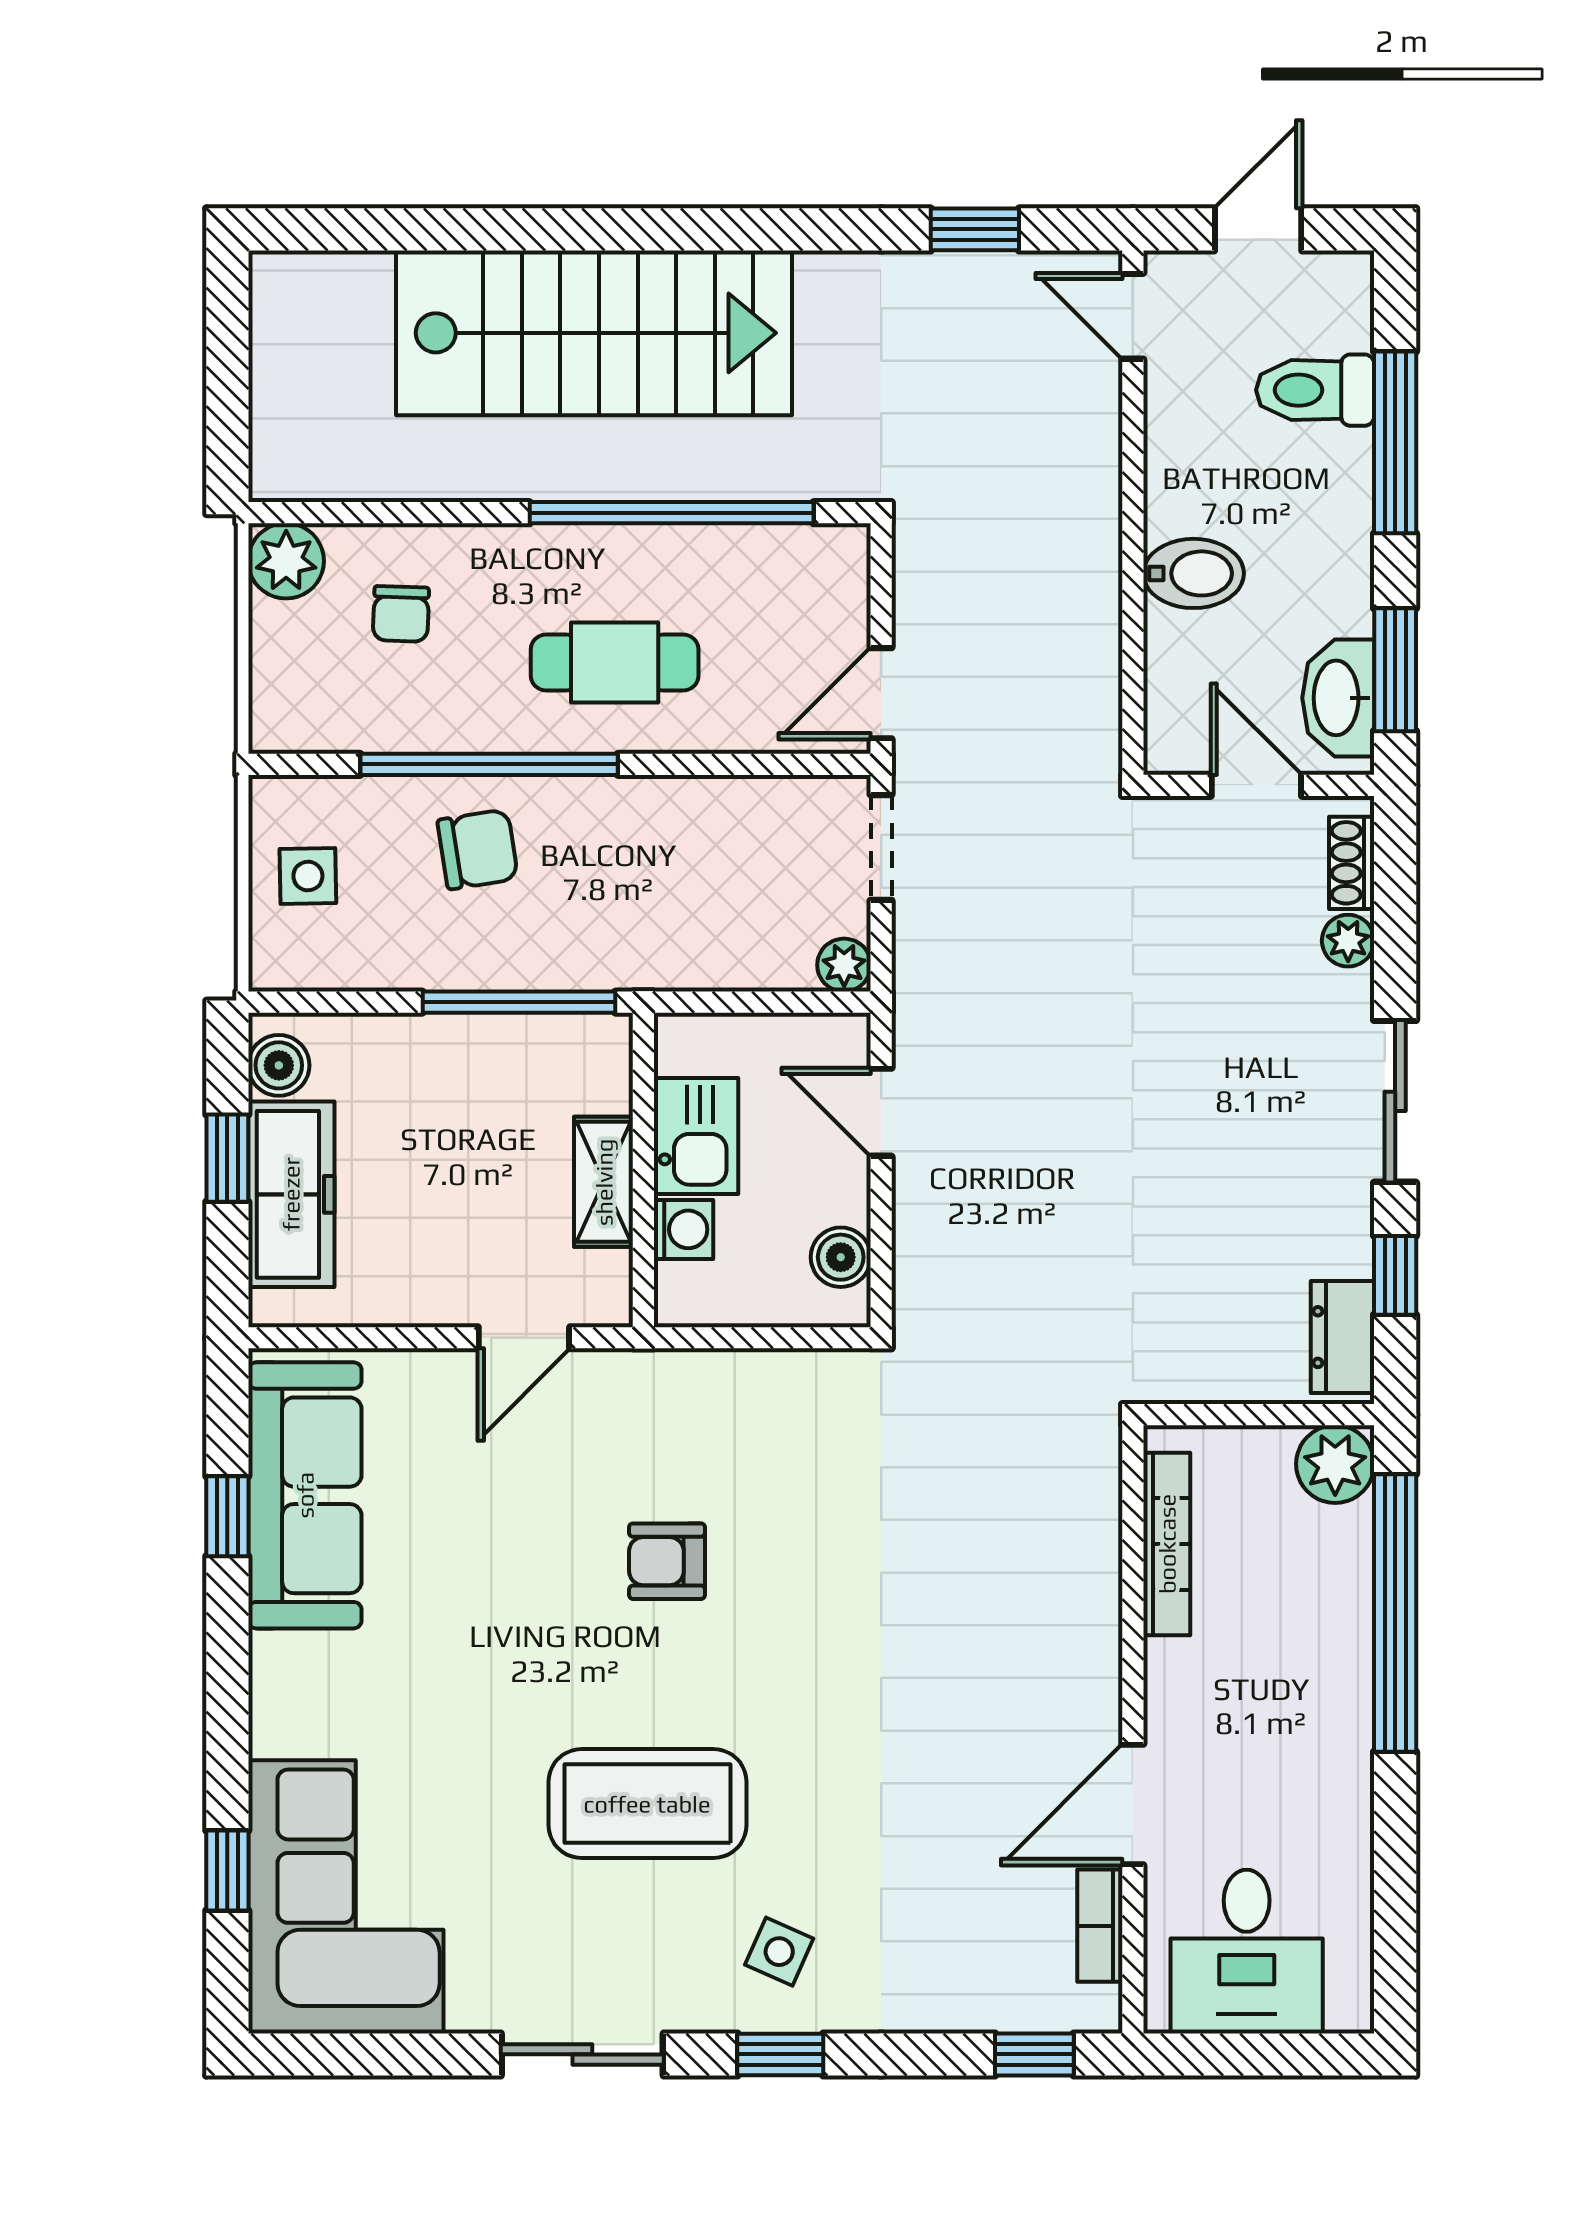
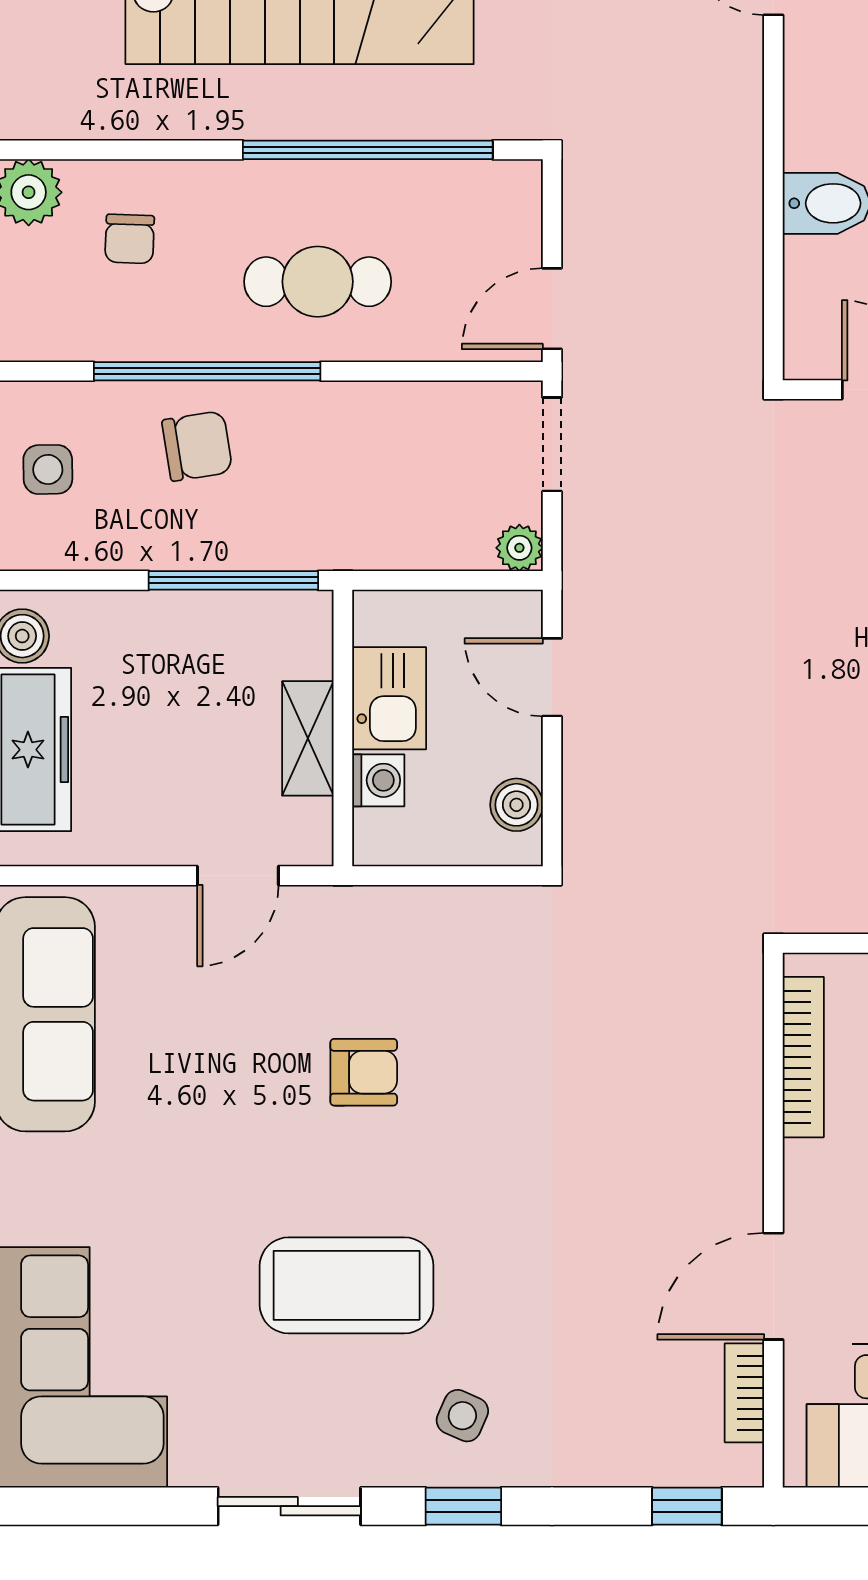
armchair: (667, 1561) -> (364, 1072), turned 180

